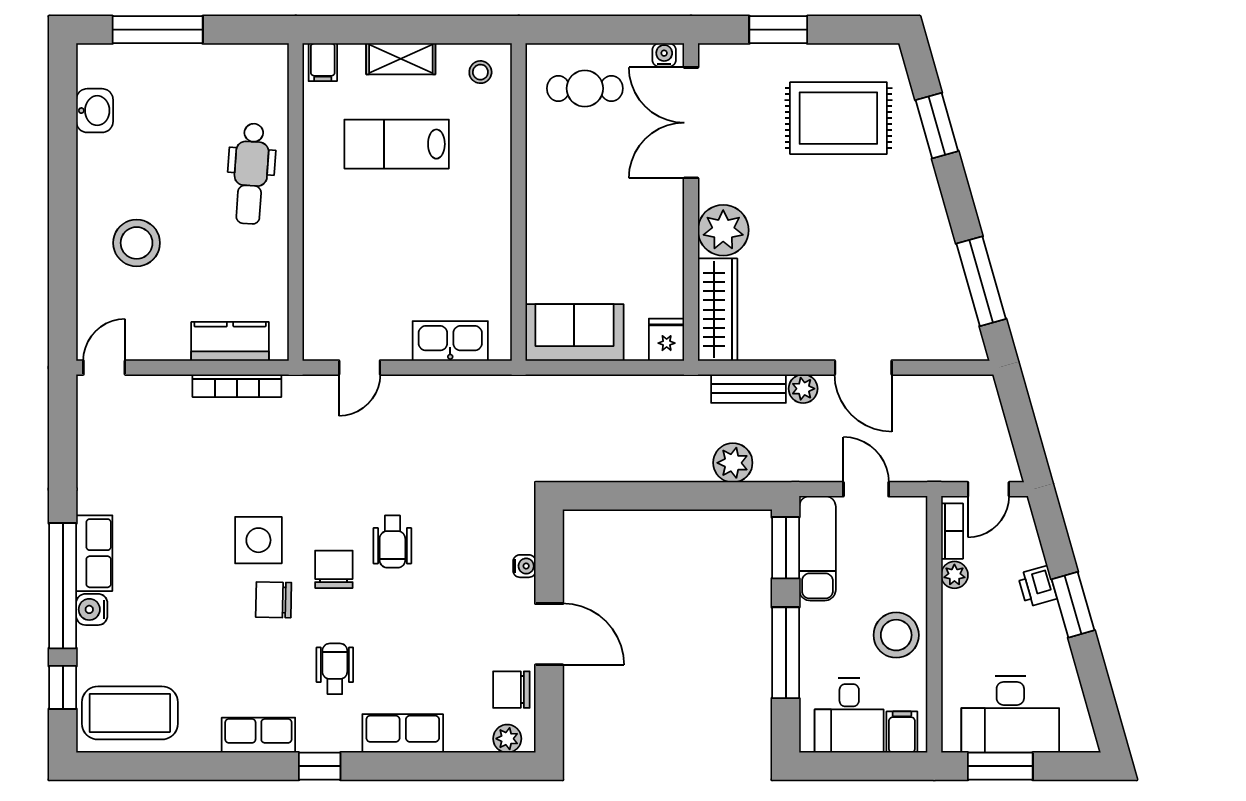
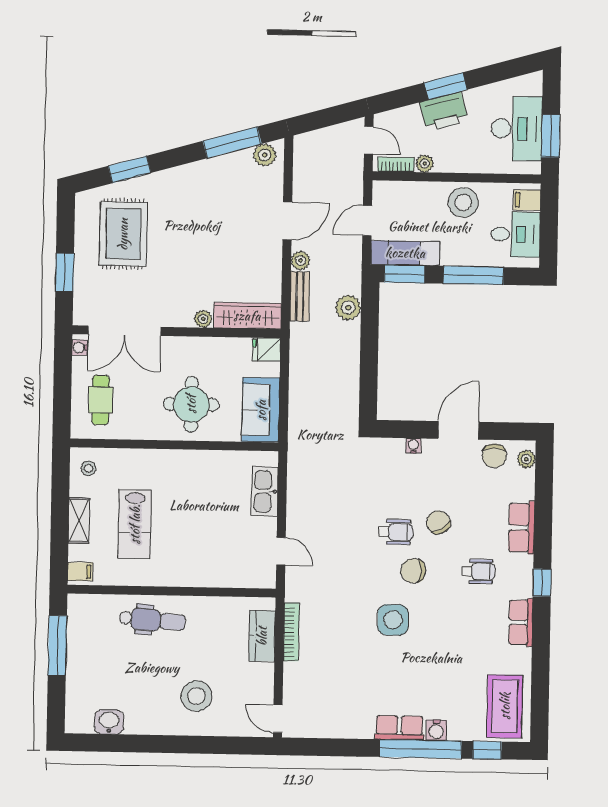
window: (158, 30) -> (57, 645), moved
round table: (581, 227) -> (191, 404), added
plant: (723, 230) -> (203, 319), width x0.53, depth x0.53
plant: (963, 331) -> (265, 155), added
printer: (1037, 586) -> (444, 112), width x1.87, depth x1.48
chair: (274, 600) -> (438, 522), moved, turned 147
wheelchair: (335, 669) -> (478, 571), turned 180

